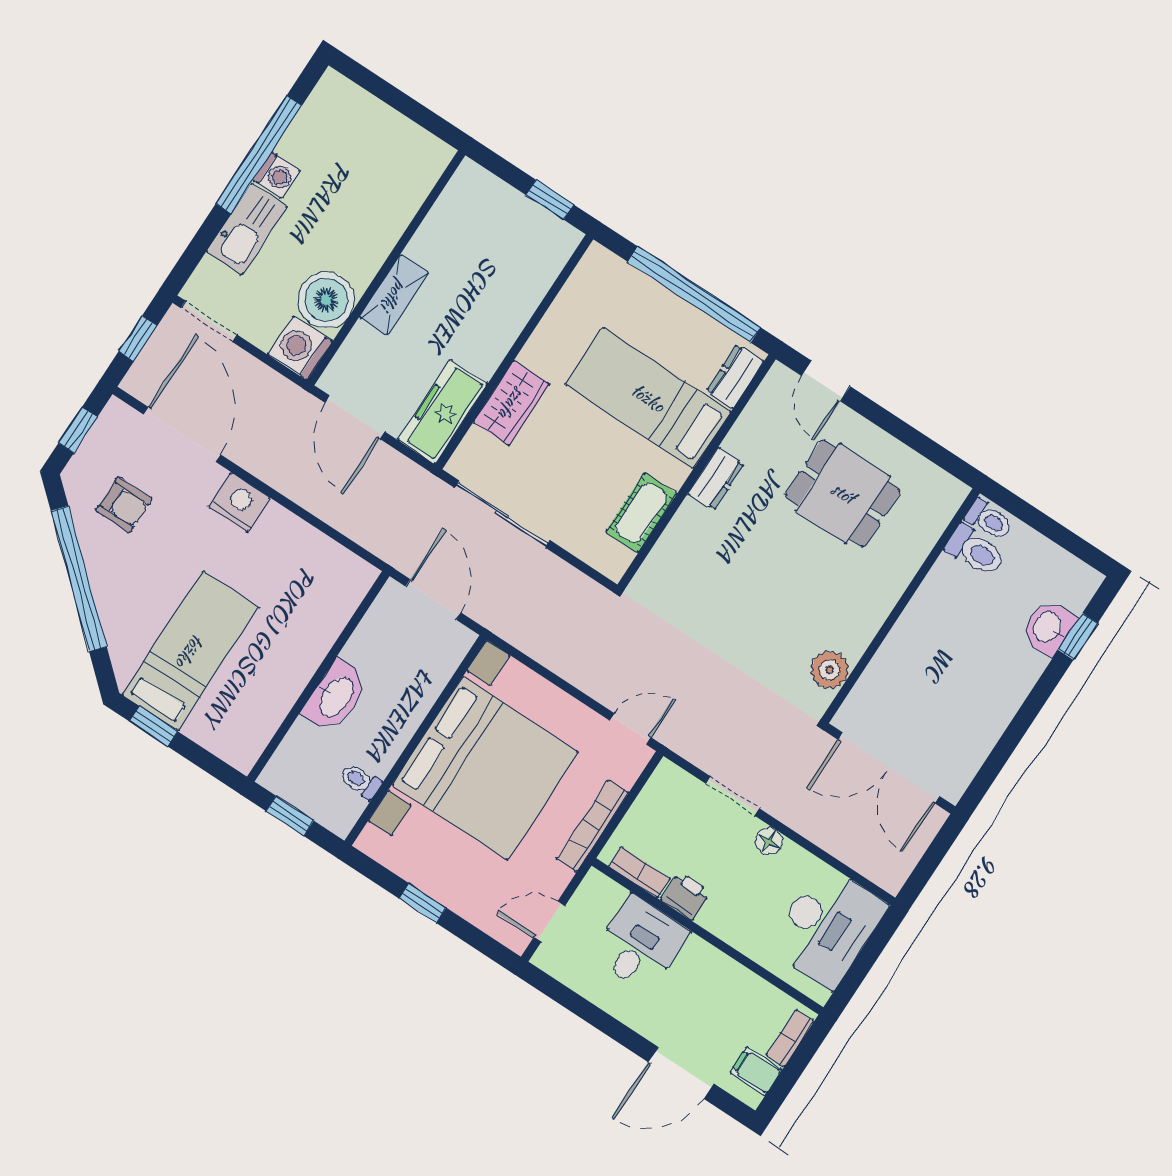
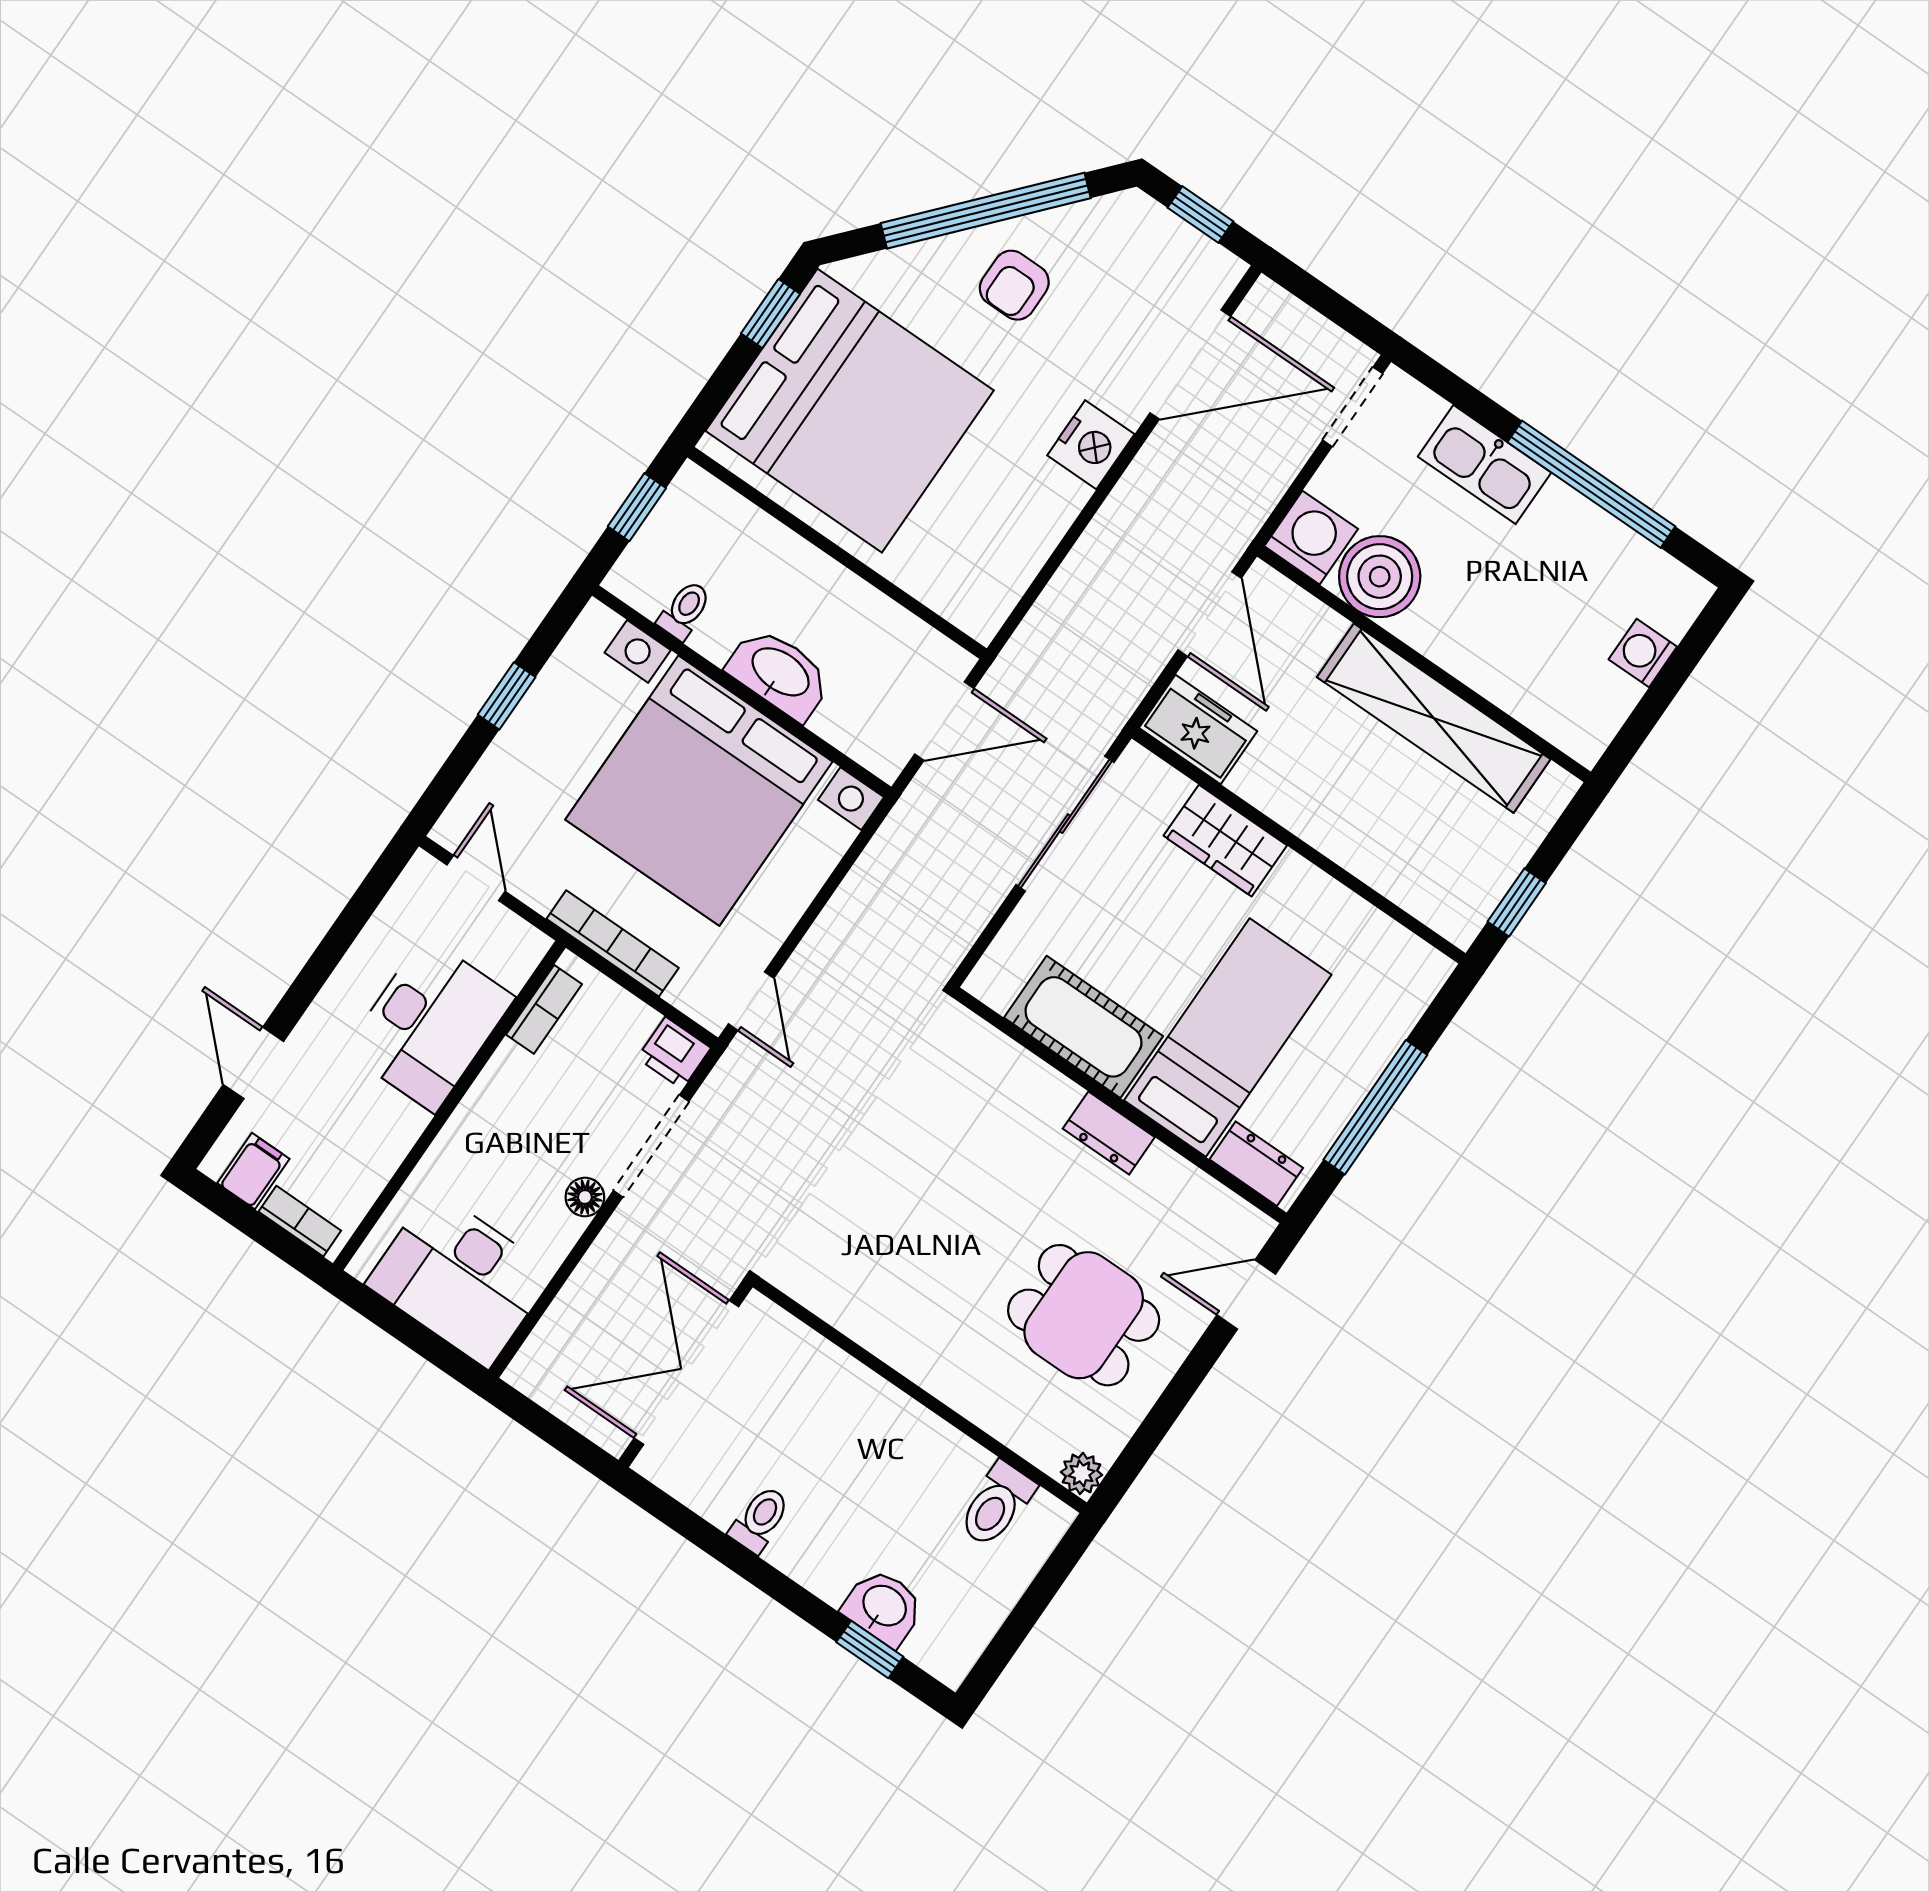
washing machine: (277, 175) -> (1643, 653), moved, turned 90
shelving: (394, 295) -> (1434, 718), width x2.20, depth x1.33
window: (694, 295) -> (1375, 1107), width x0.68
window: (138, 339) -> (1330, 304), removed
freezer: (443, 412) -> (1198, 729), width x0.71
door: (355, 417) -> (1210, 614), swing flipped
dining table: (843, 493) -> (1084, 1315), turned 90
armchair: (124, 505) -> (1014, 285), moved
cot: (641, 513) -> (1083, 1027), width x1.37, depth x1.34
toilet: (989, 520) -> (760, 1519), moved, turned 180
bed: (190, 651) -> (850, 411), width x2.04
plant: (830, 670) -> (1081, 1473), moved, width x0.73, depth x0.73
washbasin: (335, 696) -> (780, 673), moved, turned 180
doorway: (732, 796) -> (651, 1146), width x1.38
printer: (686, 896) -> (674, 1053), moved, turned 90
desk: (640, 944) -> (430, 1024), width x1.37
door: (681, 1073) -> (253, 1063), width x0.73

